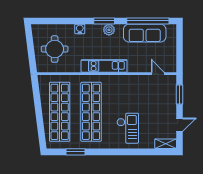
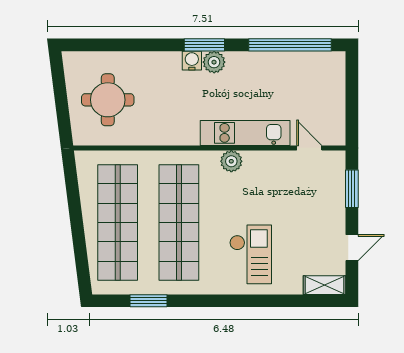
water cooler: (80, 29) -> (192, 61), moved
sofa: (145, 33) -> (284, 69), removed
kitchen unit: (104, 66) -> (245, 133), moved
plant: (118, 80) -> (231, 161), added

